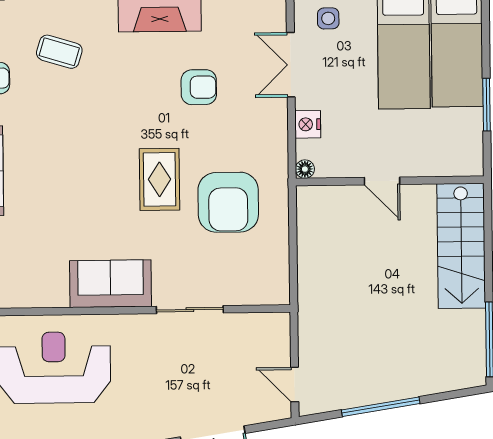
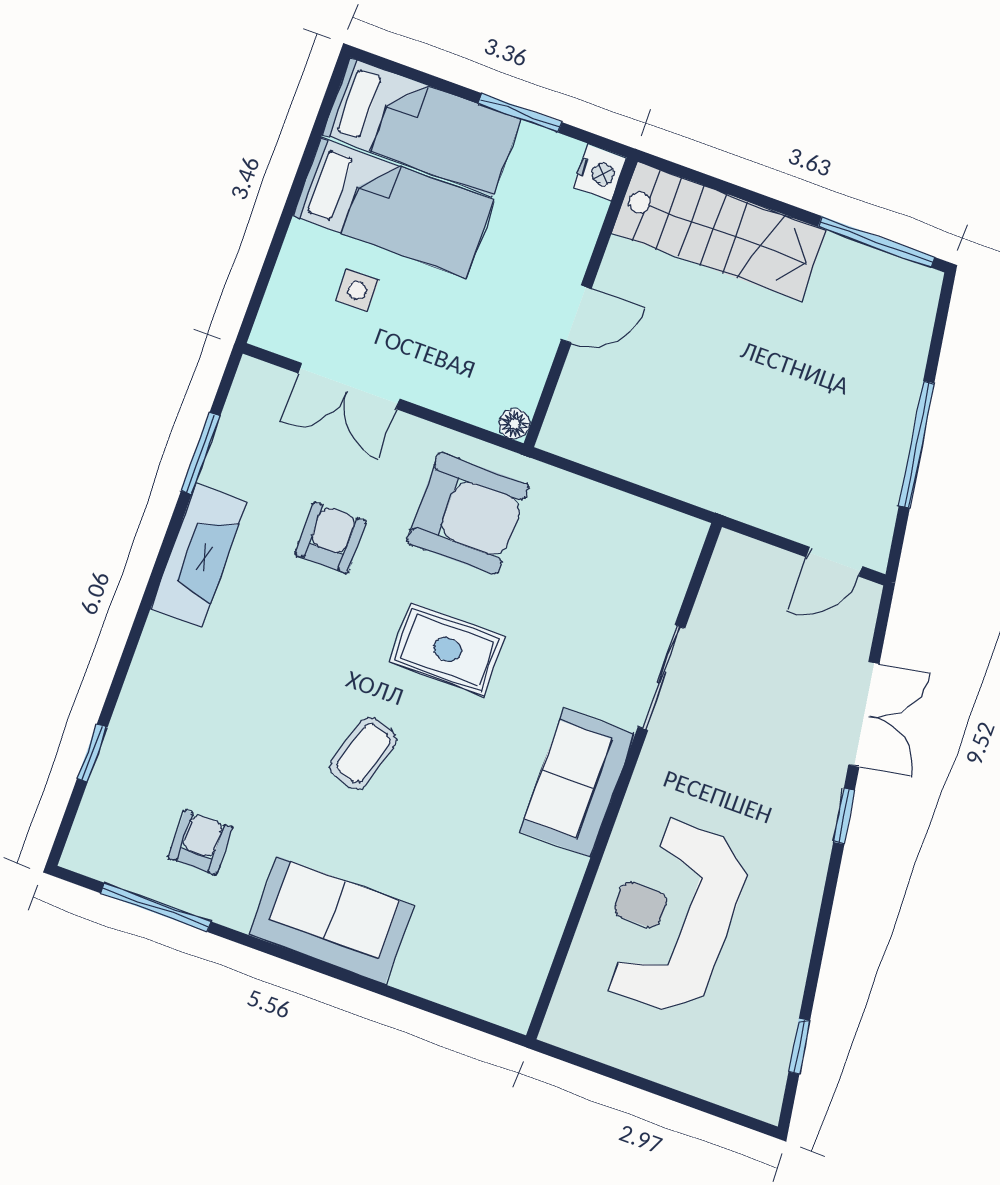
side table: (328, 18) -> (357, 290), moved
coffee table: (59, 52) -> (363, 753), moved
nightstand: (308, 124) -> (600, 173), moved, turned -90
armchair: (228, 202) -> (468, 514), moved

